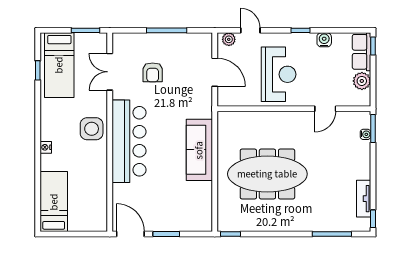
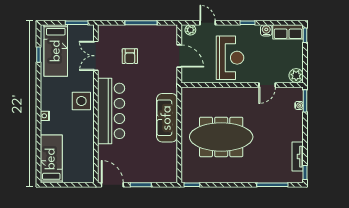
row of seats: (362, 52) -> (288, 32), moved, turned -90
plant: (362, 81) -> (296, 75), moved

